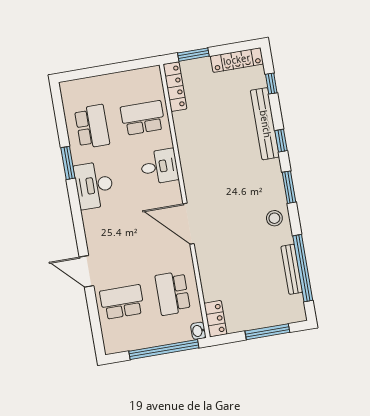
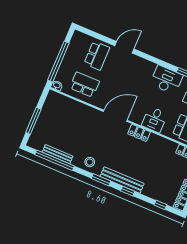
bench: (265, 124) -> (122, 180), moved
locker: (215, 319) -> (139, 133), moved

